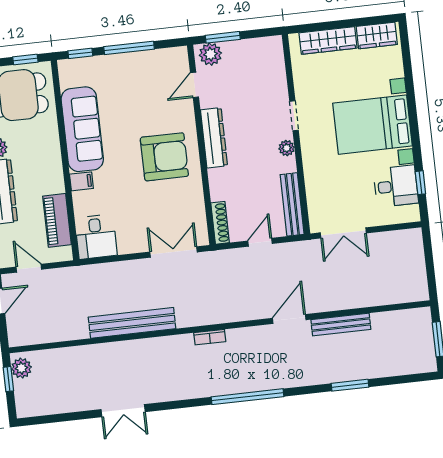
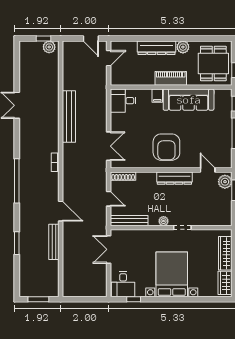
desk: (396, 186) -> (123, 284), moved
piano: (57, 220) -> (171, 78), moved

